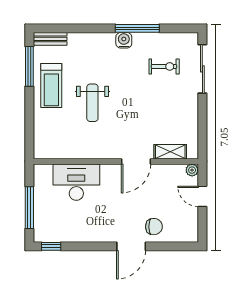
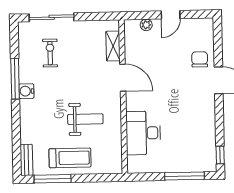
shelving: (170, 152) -> (113, 46), moved
wall: (116, 161) -> (123, 97), moved
door: (136, 161) -> (123, 78), moved
desk: (76, 182) -> (143, 133), moved

